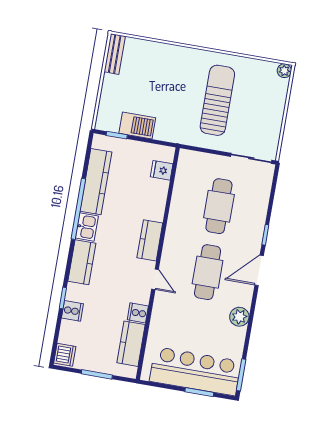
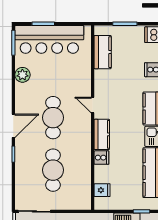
cooker: (138, 313) -> (101, 158), moved
plant: (239, 317) -> (22, 75), moved

